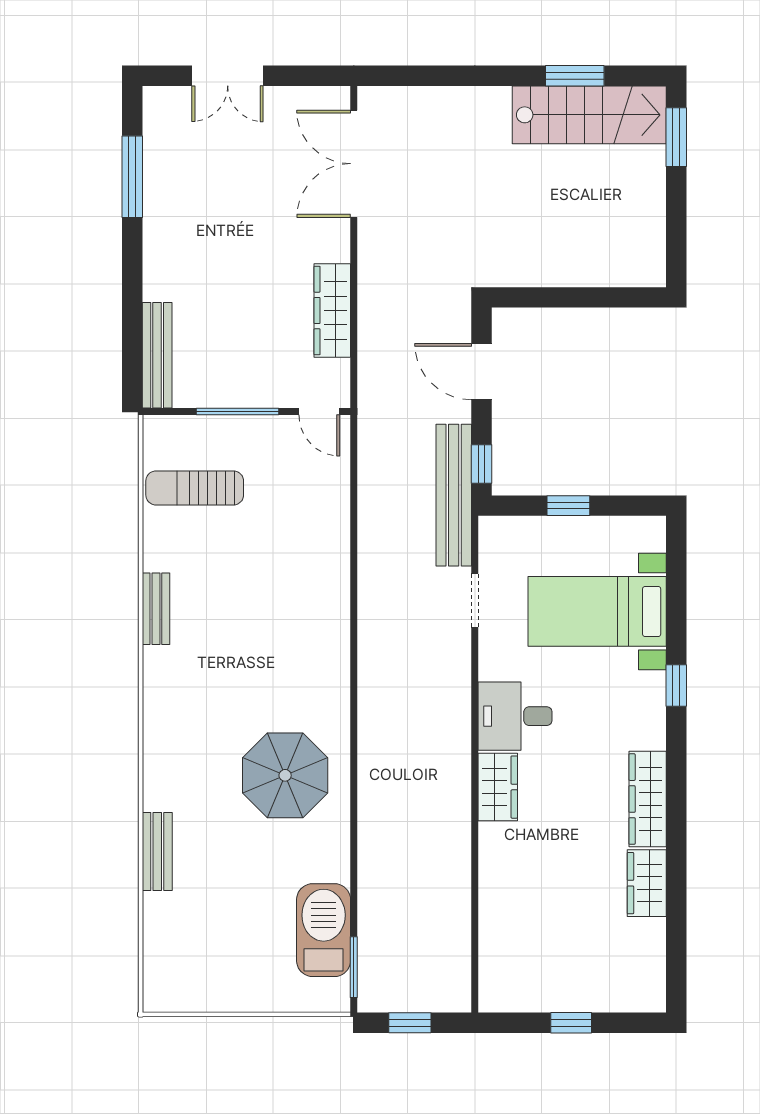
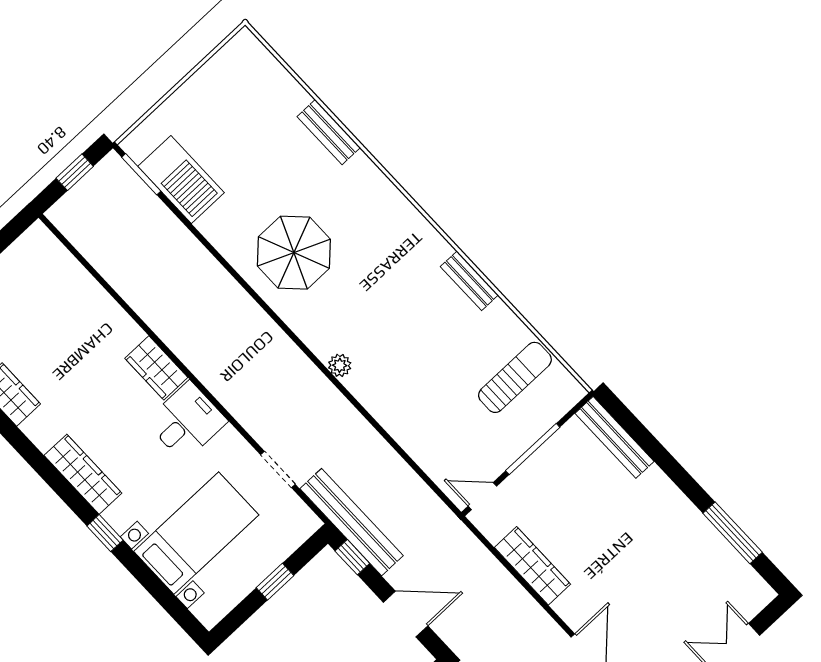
plant: (337, 640) -> (340, 365), added
wardrobe: (648, 799) -> (83, 474), moved

